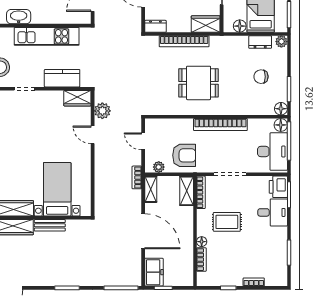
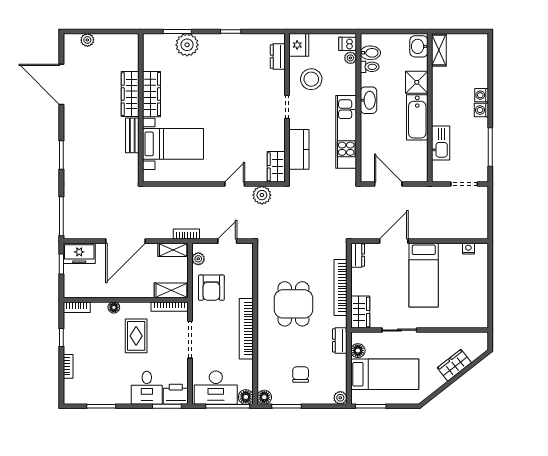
dresser: (260, 42) -> (340, 340), moved
bookcase: (201, 260) -> (77, 307), moved

